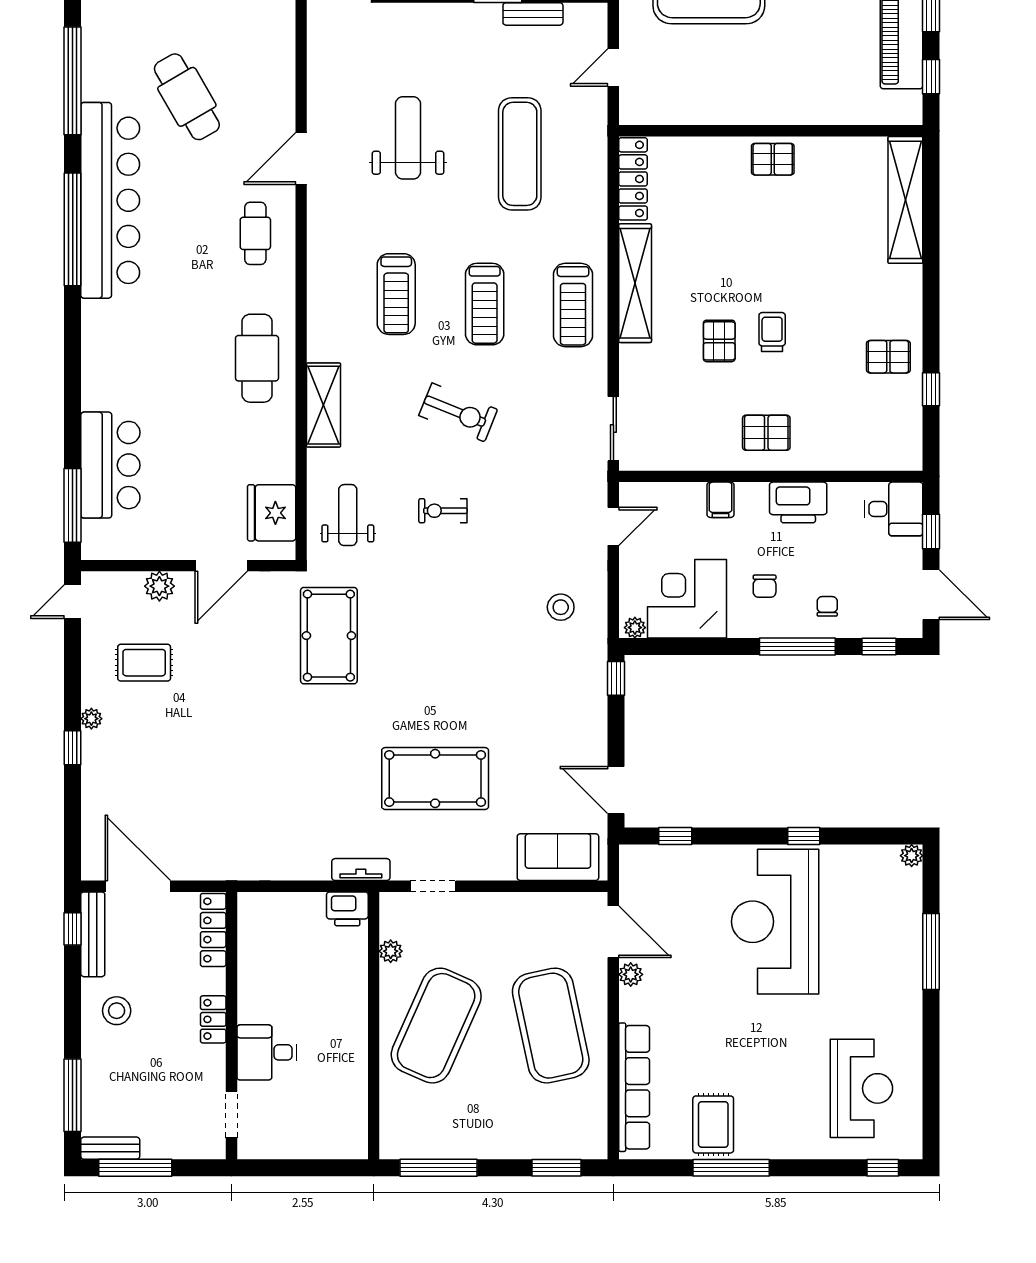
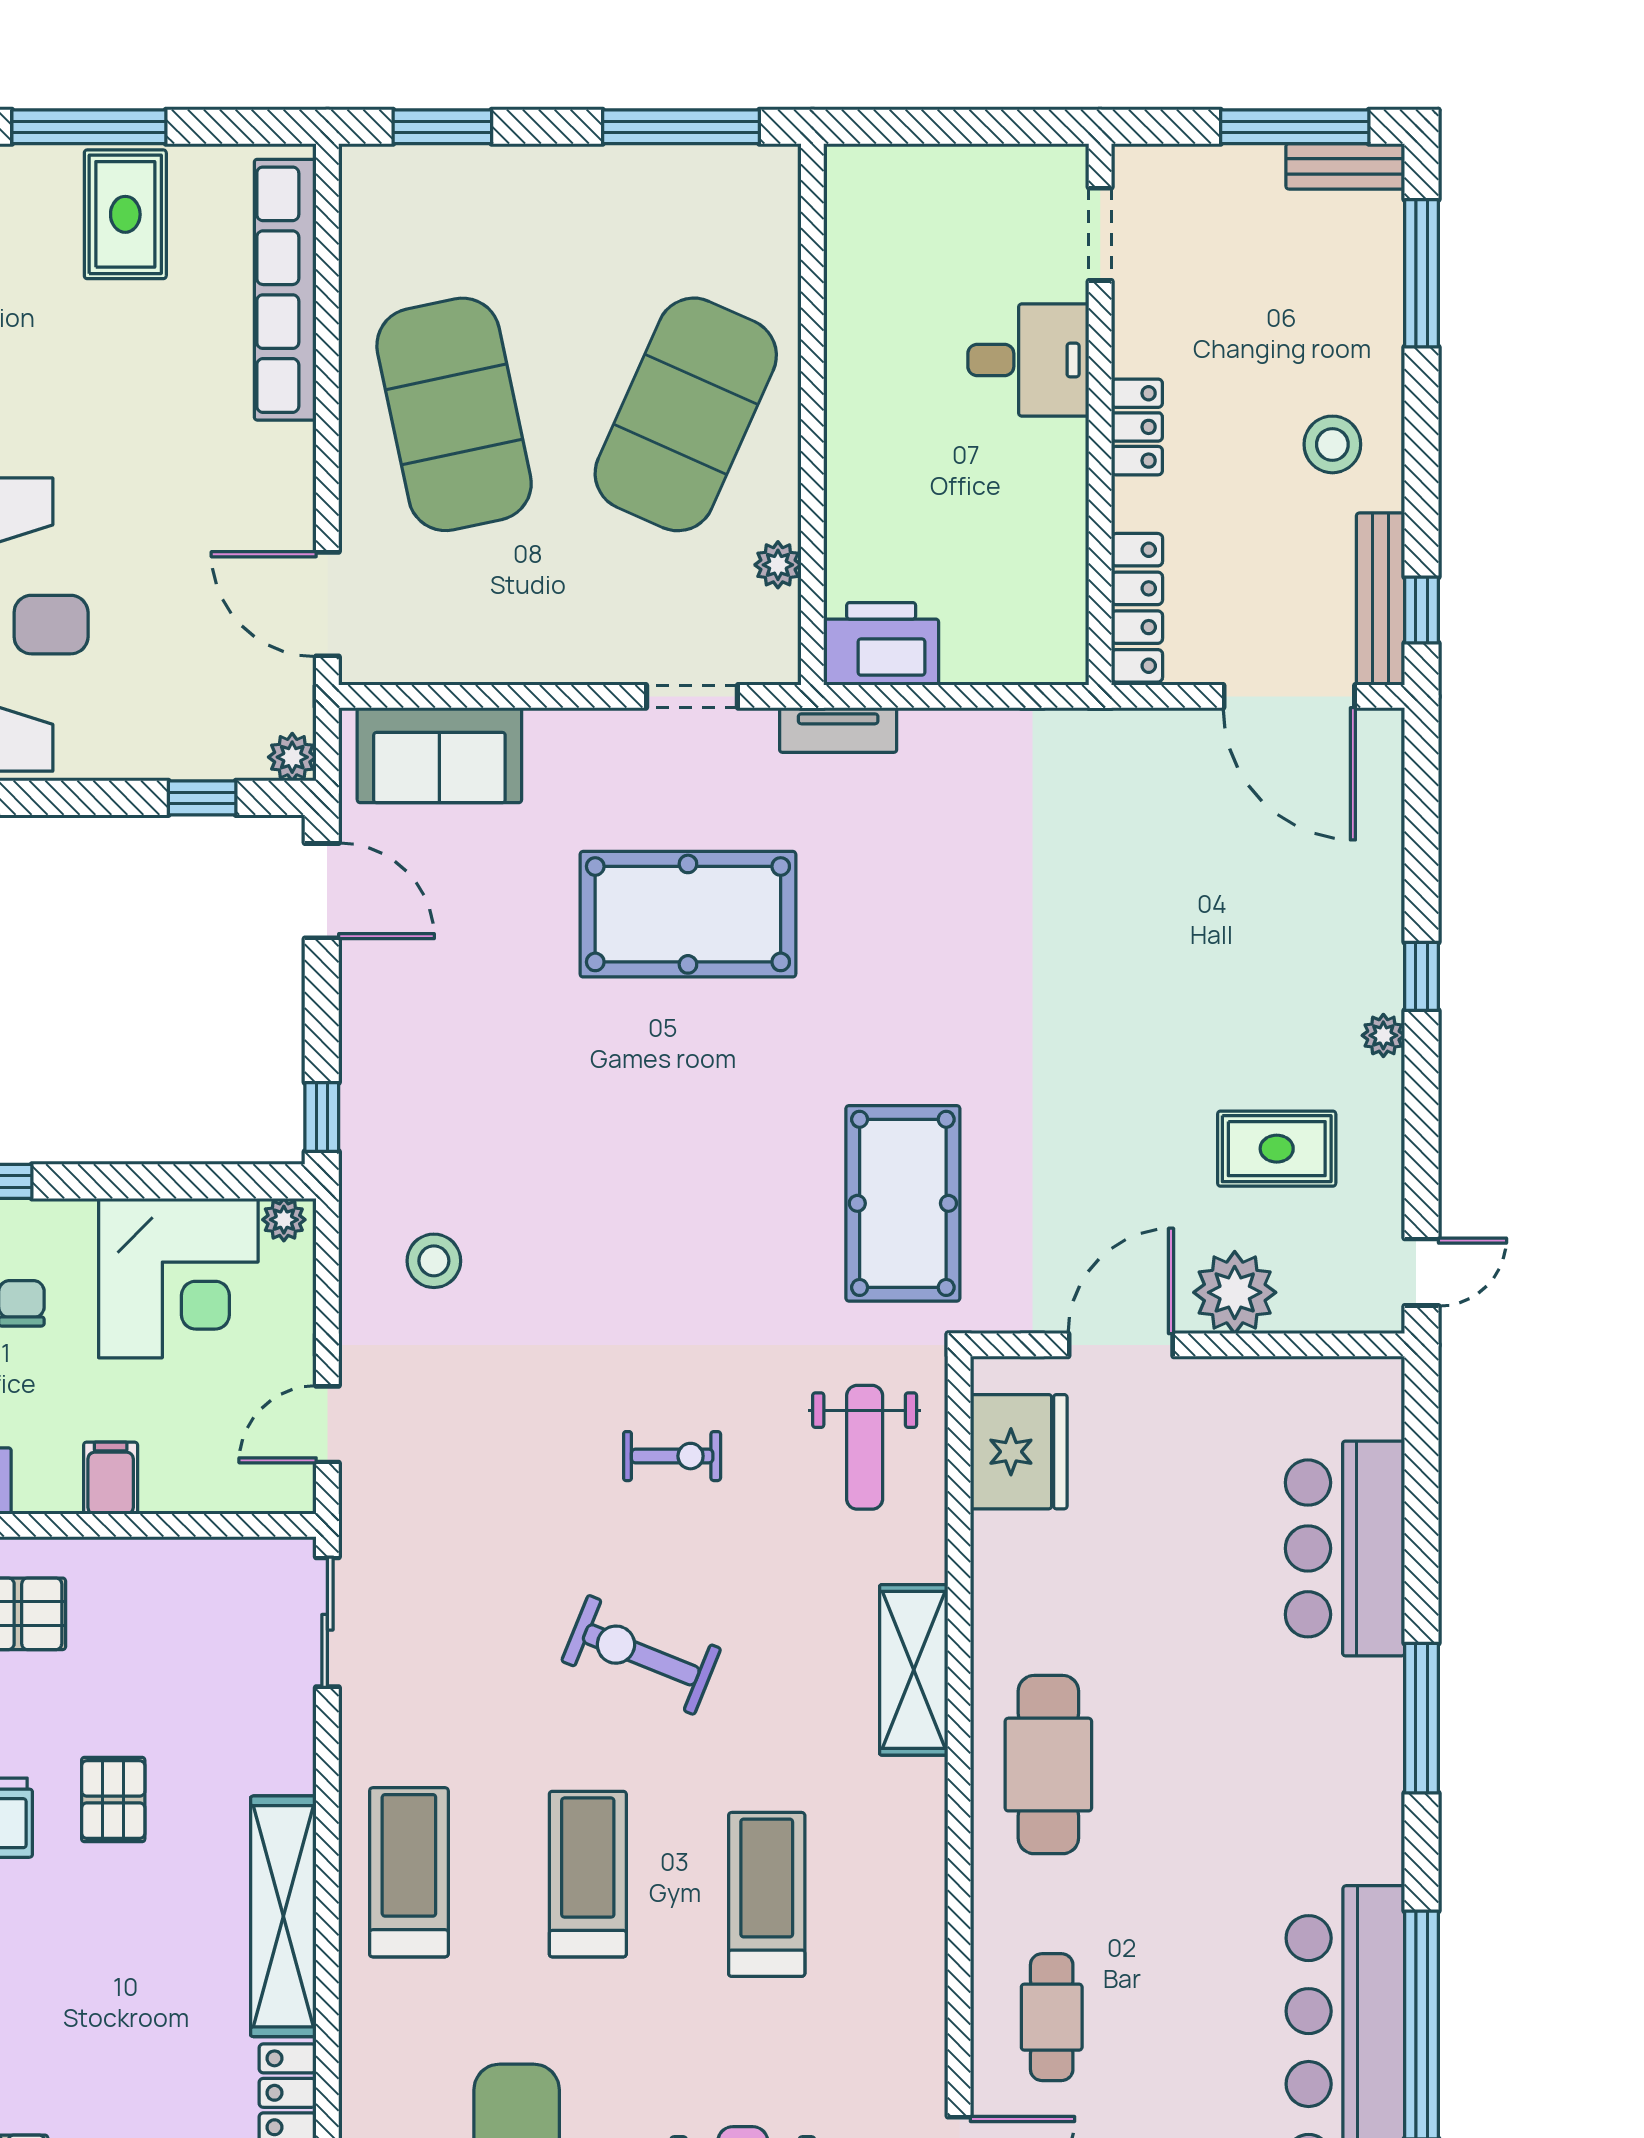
window: (73, 505) -> (1422, 1718), moved
plant: (159, 586) -> (1235, 1292), width x1.36, depth x1.36
printer: (347, 909) -> (881, 644), width x1.37, depth x1.19
plant: (631, 974) -> (292, 757), moved

